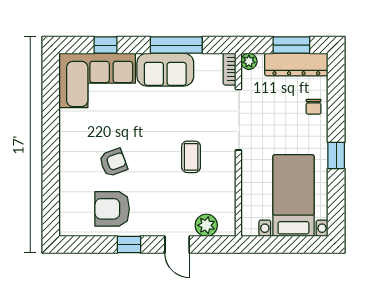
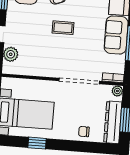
window: (336, 155) -> (37, 143), moved
coffee table: (191, 157) -> (63, 28), moved

